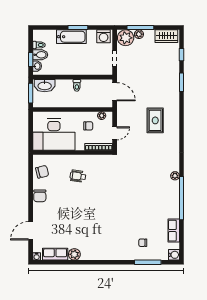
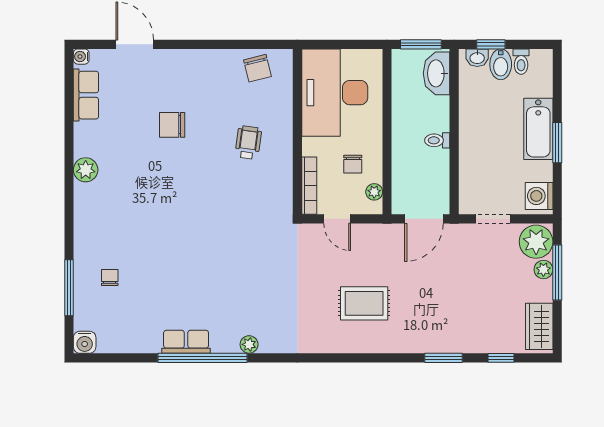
chair: (40, 196) -> (172, 125), moved
row of seats: (174, 231) -> (186, 342), moved
plant: (74, 254) -> (86, 170), moved

